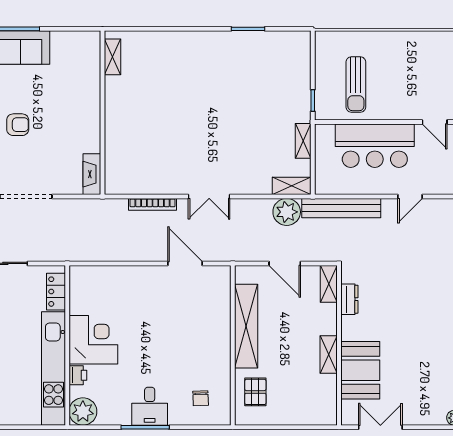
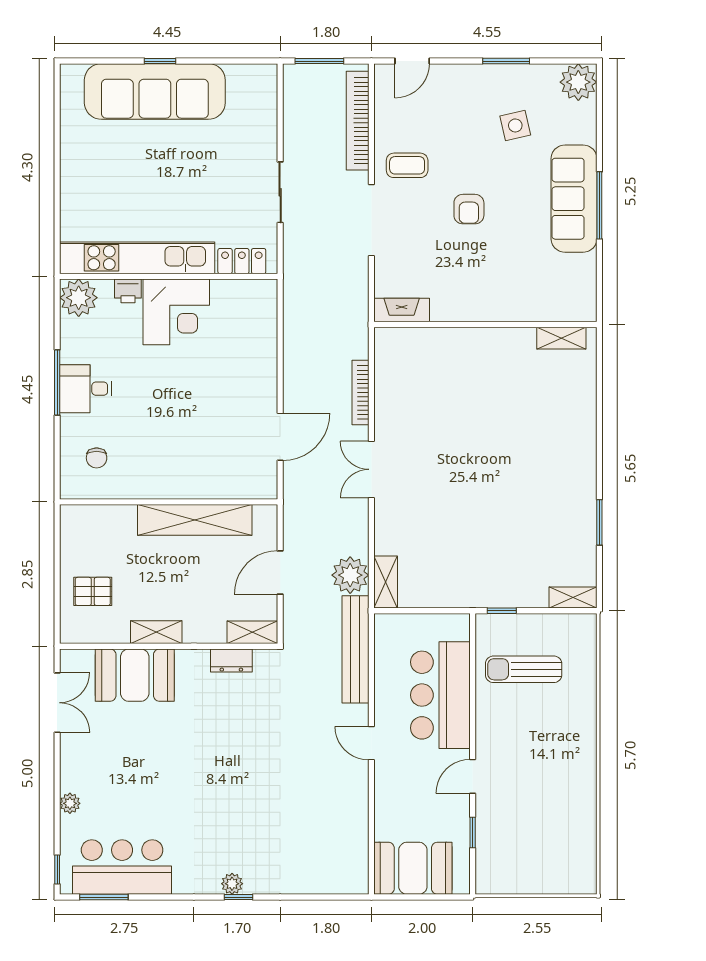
shelving: (303, 141) -> (573, 598), moved
pallet: (255, 392) -> (93, 591), moved
chair: (201, 398) -> (97, 458), turned -88

